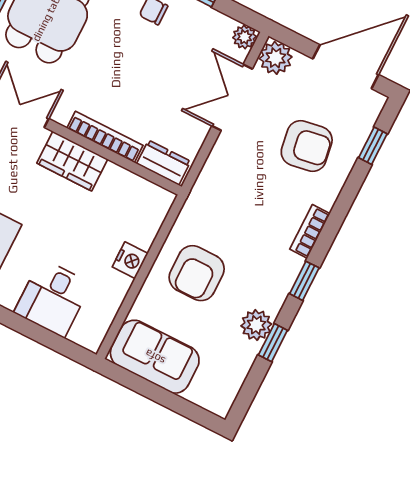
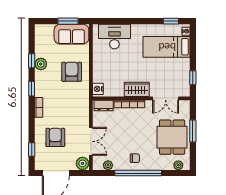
plant: (245, 37) -> (108, 165), moved
armchair: (307, 146) -> (55, 137), turned 99
nightstand: (130, 260) -> (98, 89), moved
desk: (53, 298) -> (114, 37), width x1.37
window: (148, 389) -> (68, 21), added

